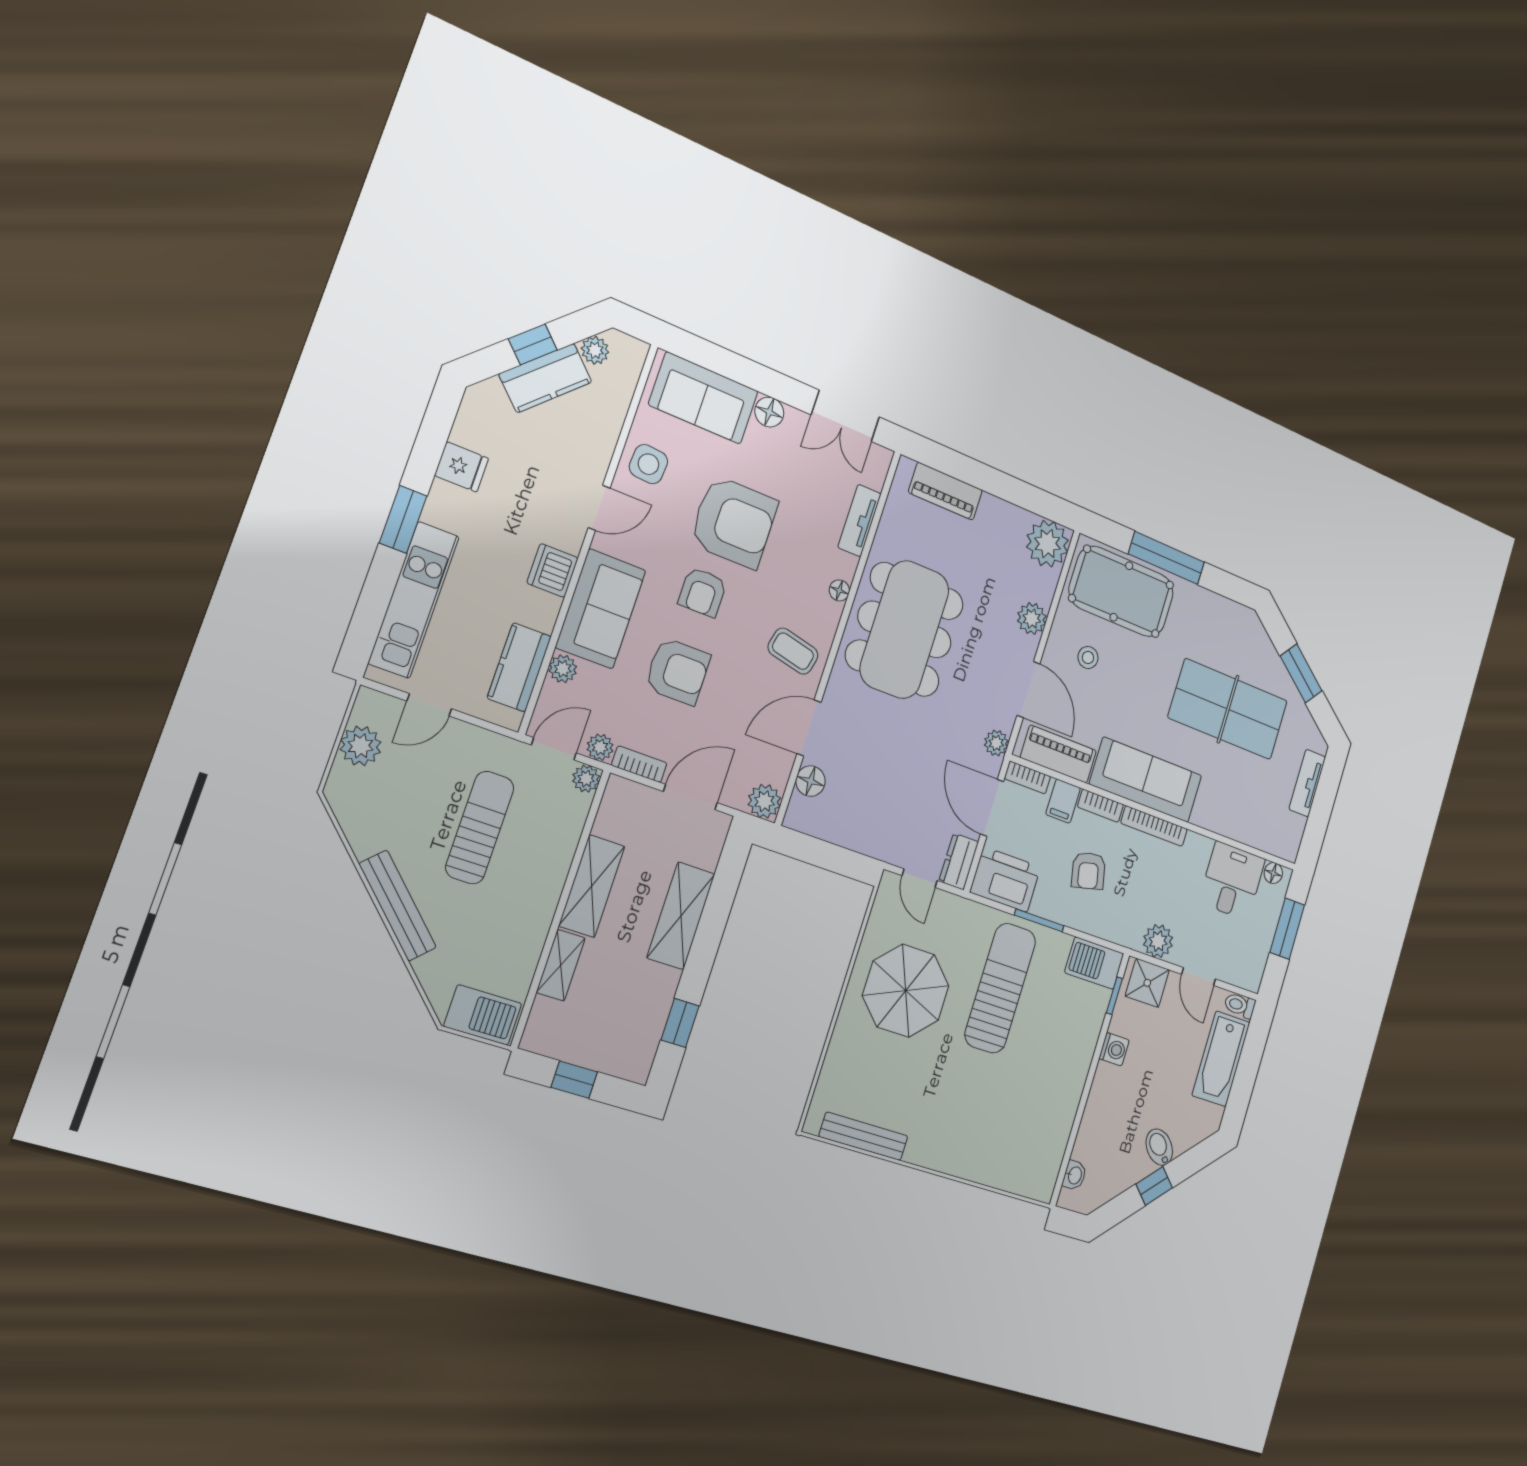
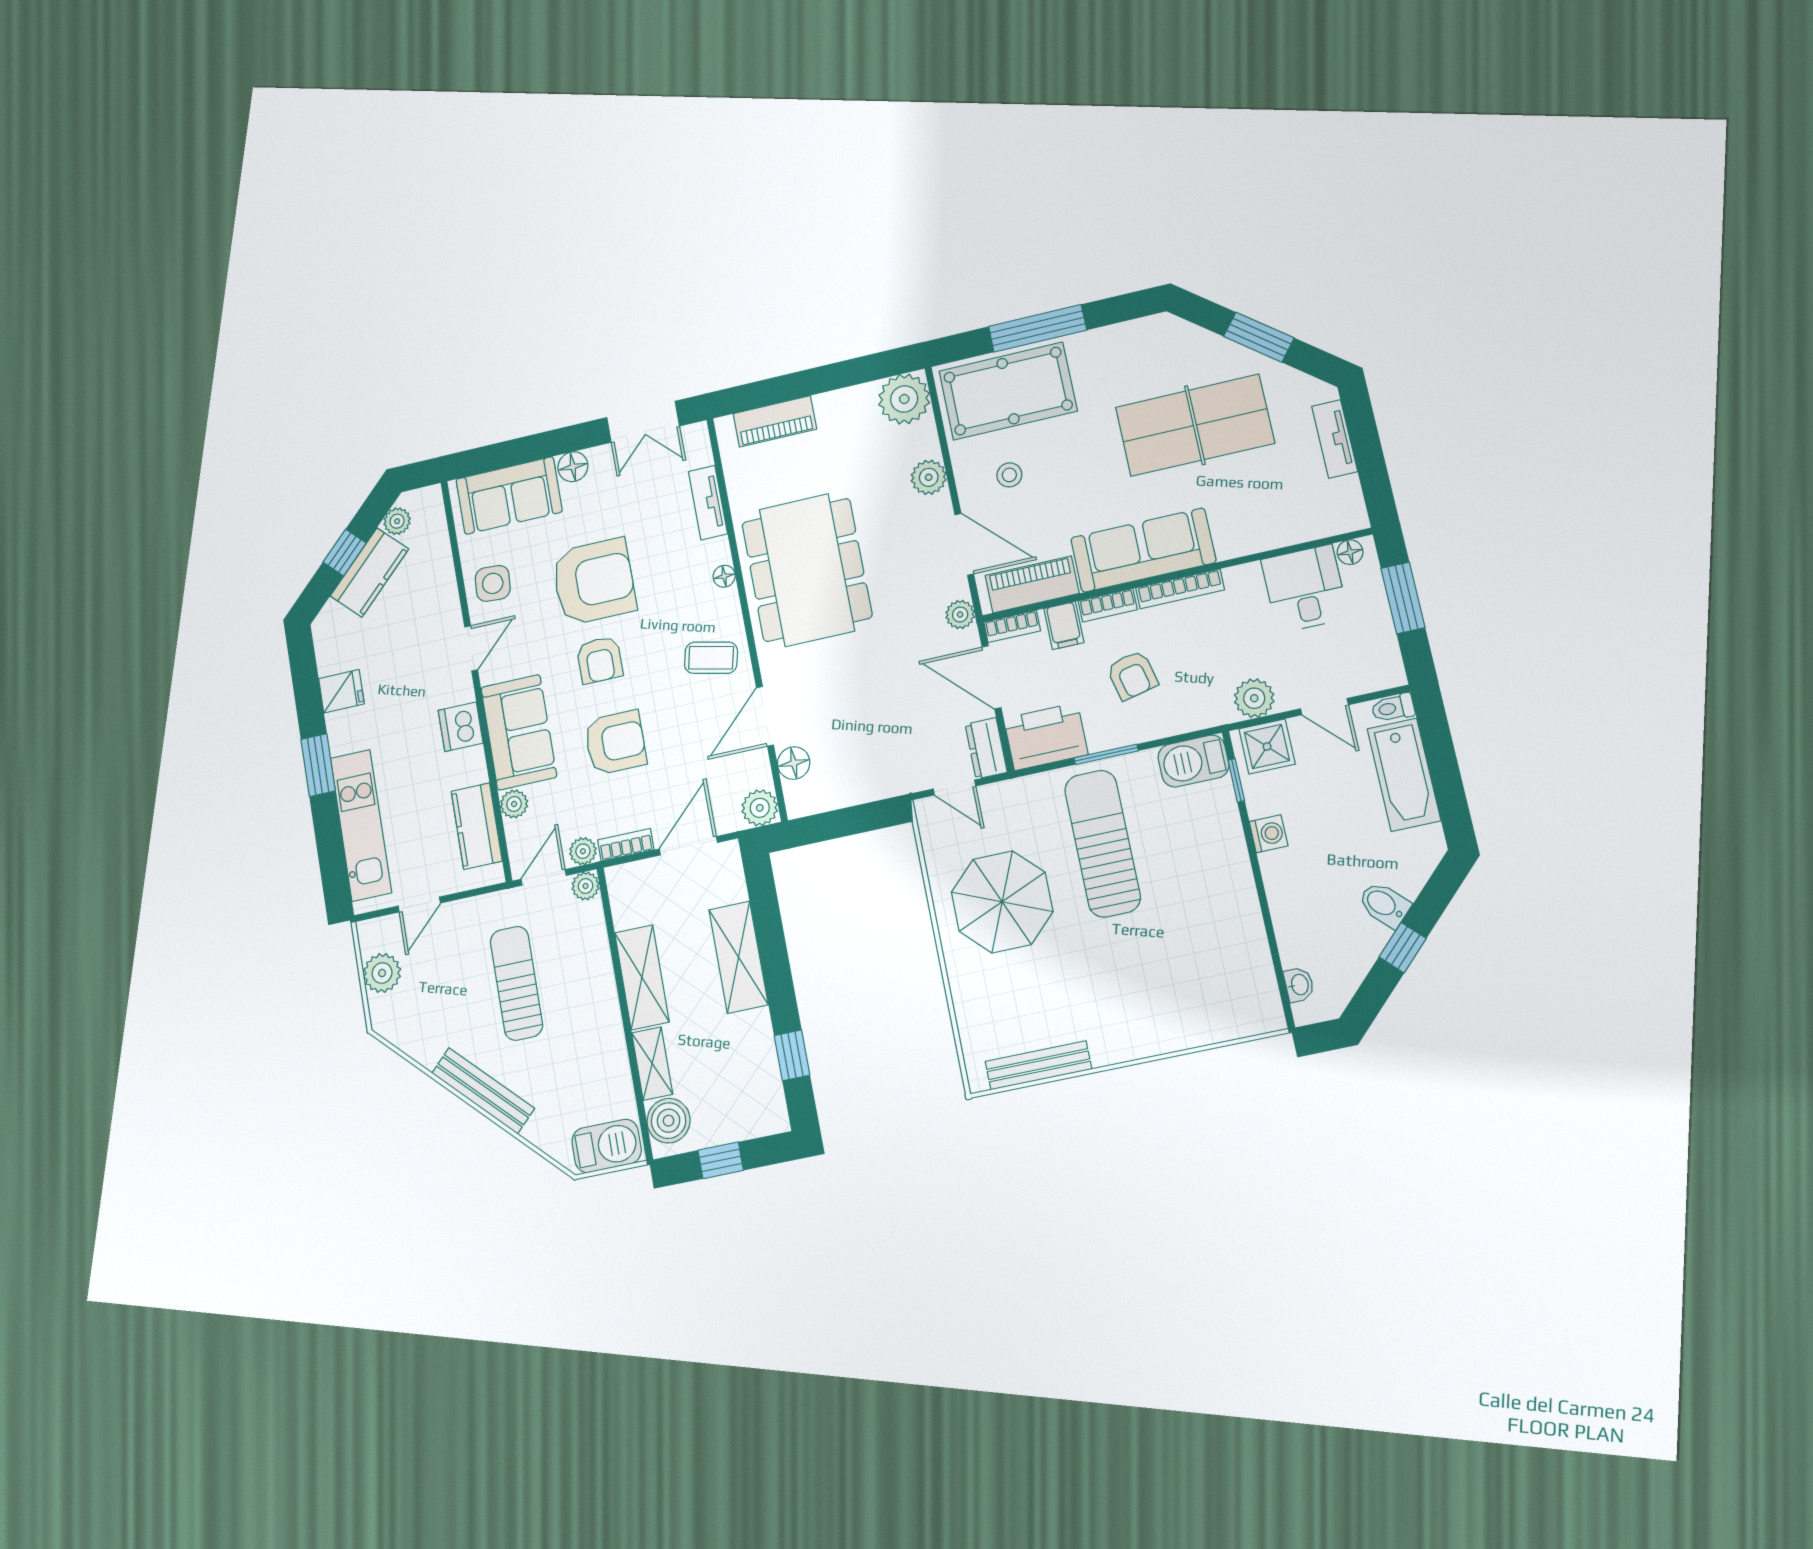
boiler: (548, 1022) -> (669, 1121), added

